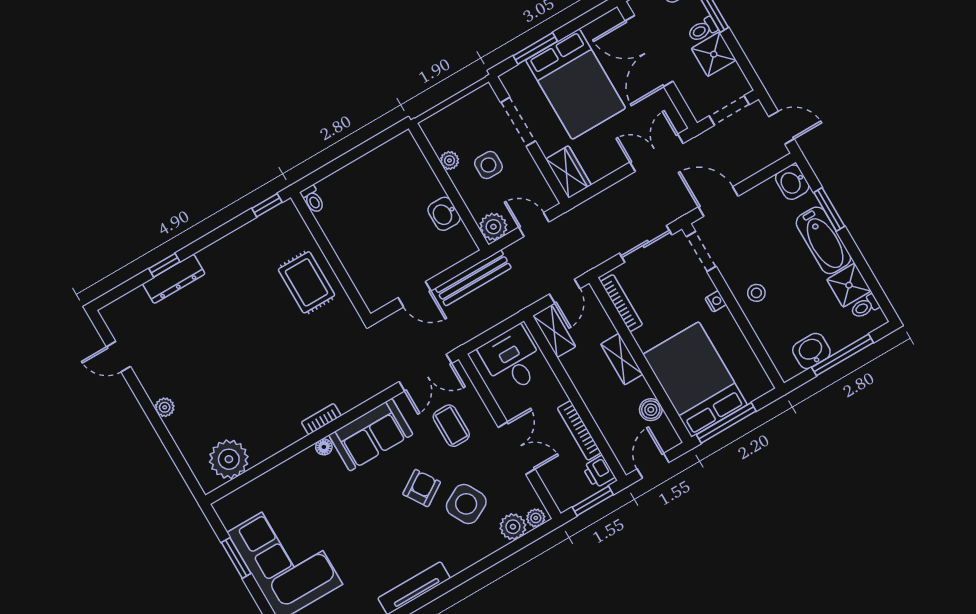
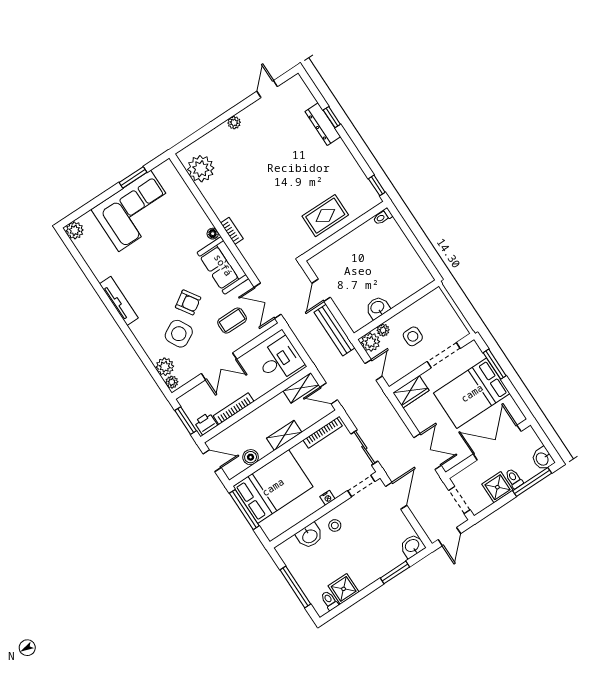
plant: (449, 160) -> (383, 330), moved
bathtub: (823, 240) -> (373, 570), removed
washbasin: (811, 351) -> (310, 536), moved, turned 90

